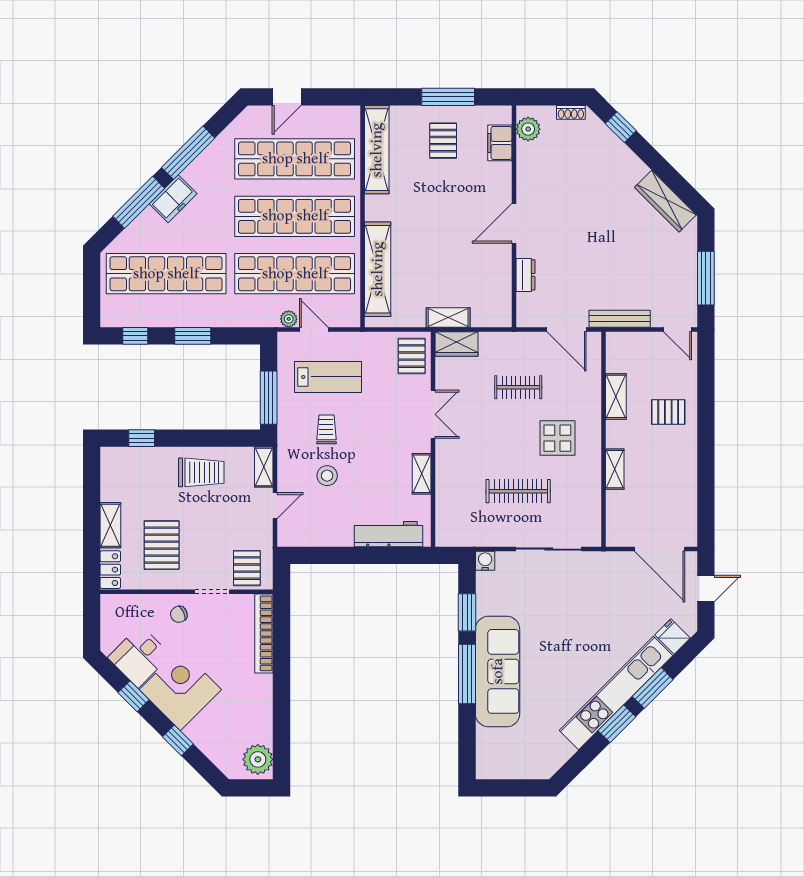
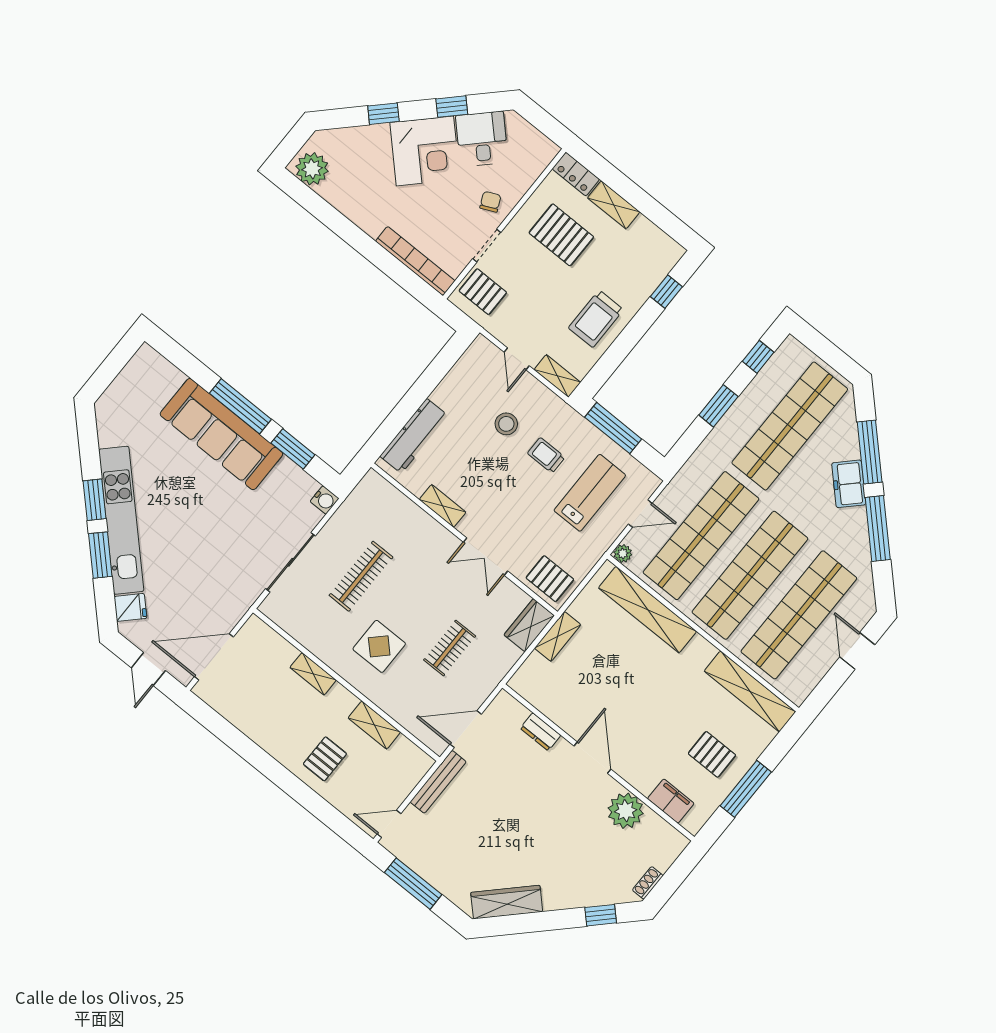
plant: (528, 129) -> (626, 811), moved, width x1.36, depth x1.36
plant: (289, 319) -> (623, 553), moved
lab bench: (328, 377) -> (590, 493), turned 180
trolley: (326, 429) -> (546, 455), turned 180

